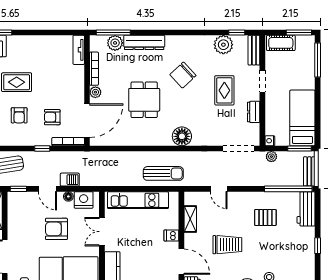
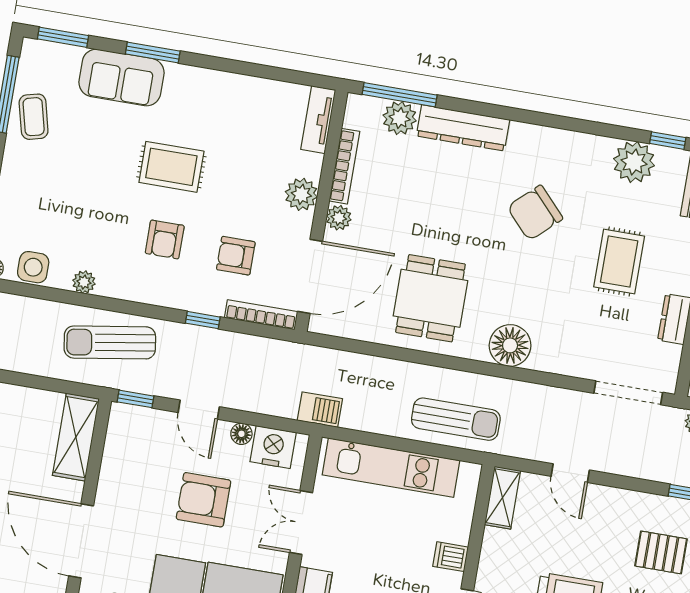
plant: (77, 85) -> (301, 194), added
dining table: (144, 100) -> (430, 298), moved
barbecue: (70, 180) -> (320, 410), moved
shelving: (190, 219) -> (502, 498), moved

